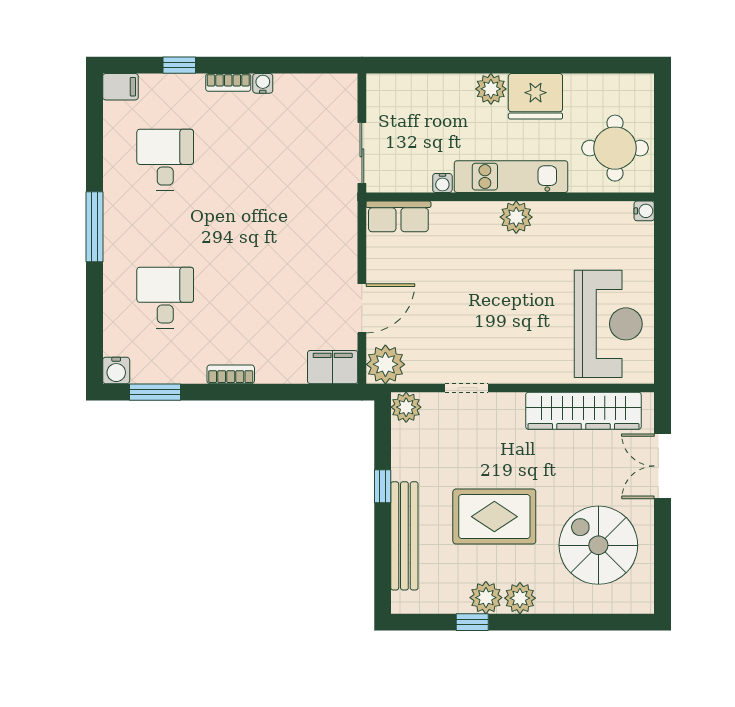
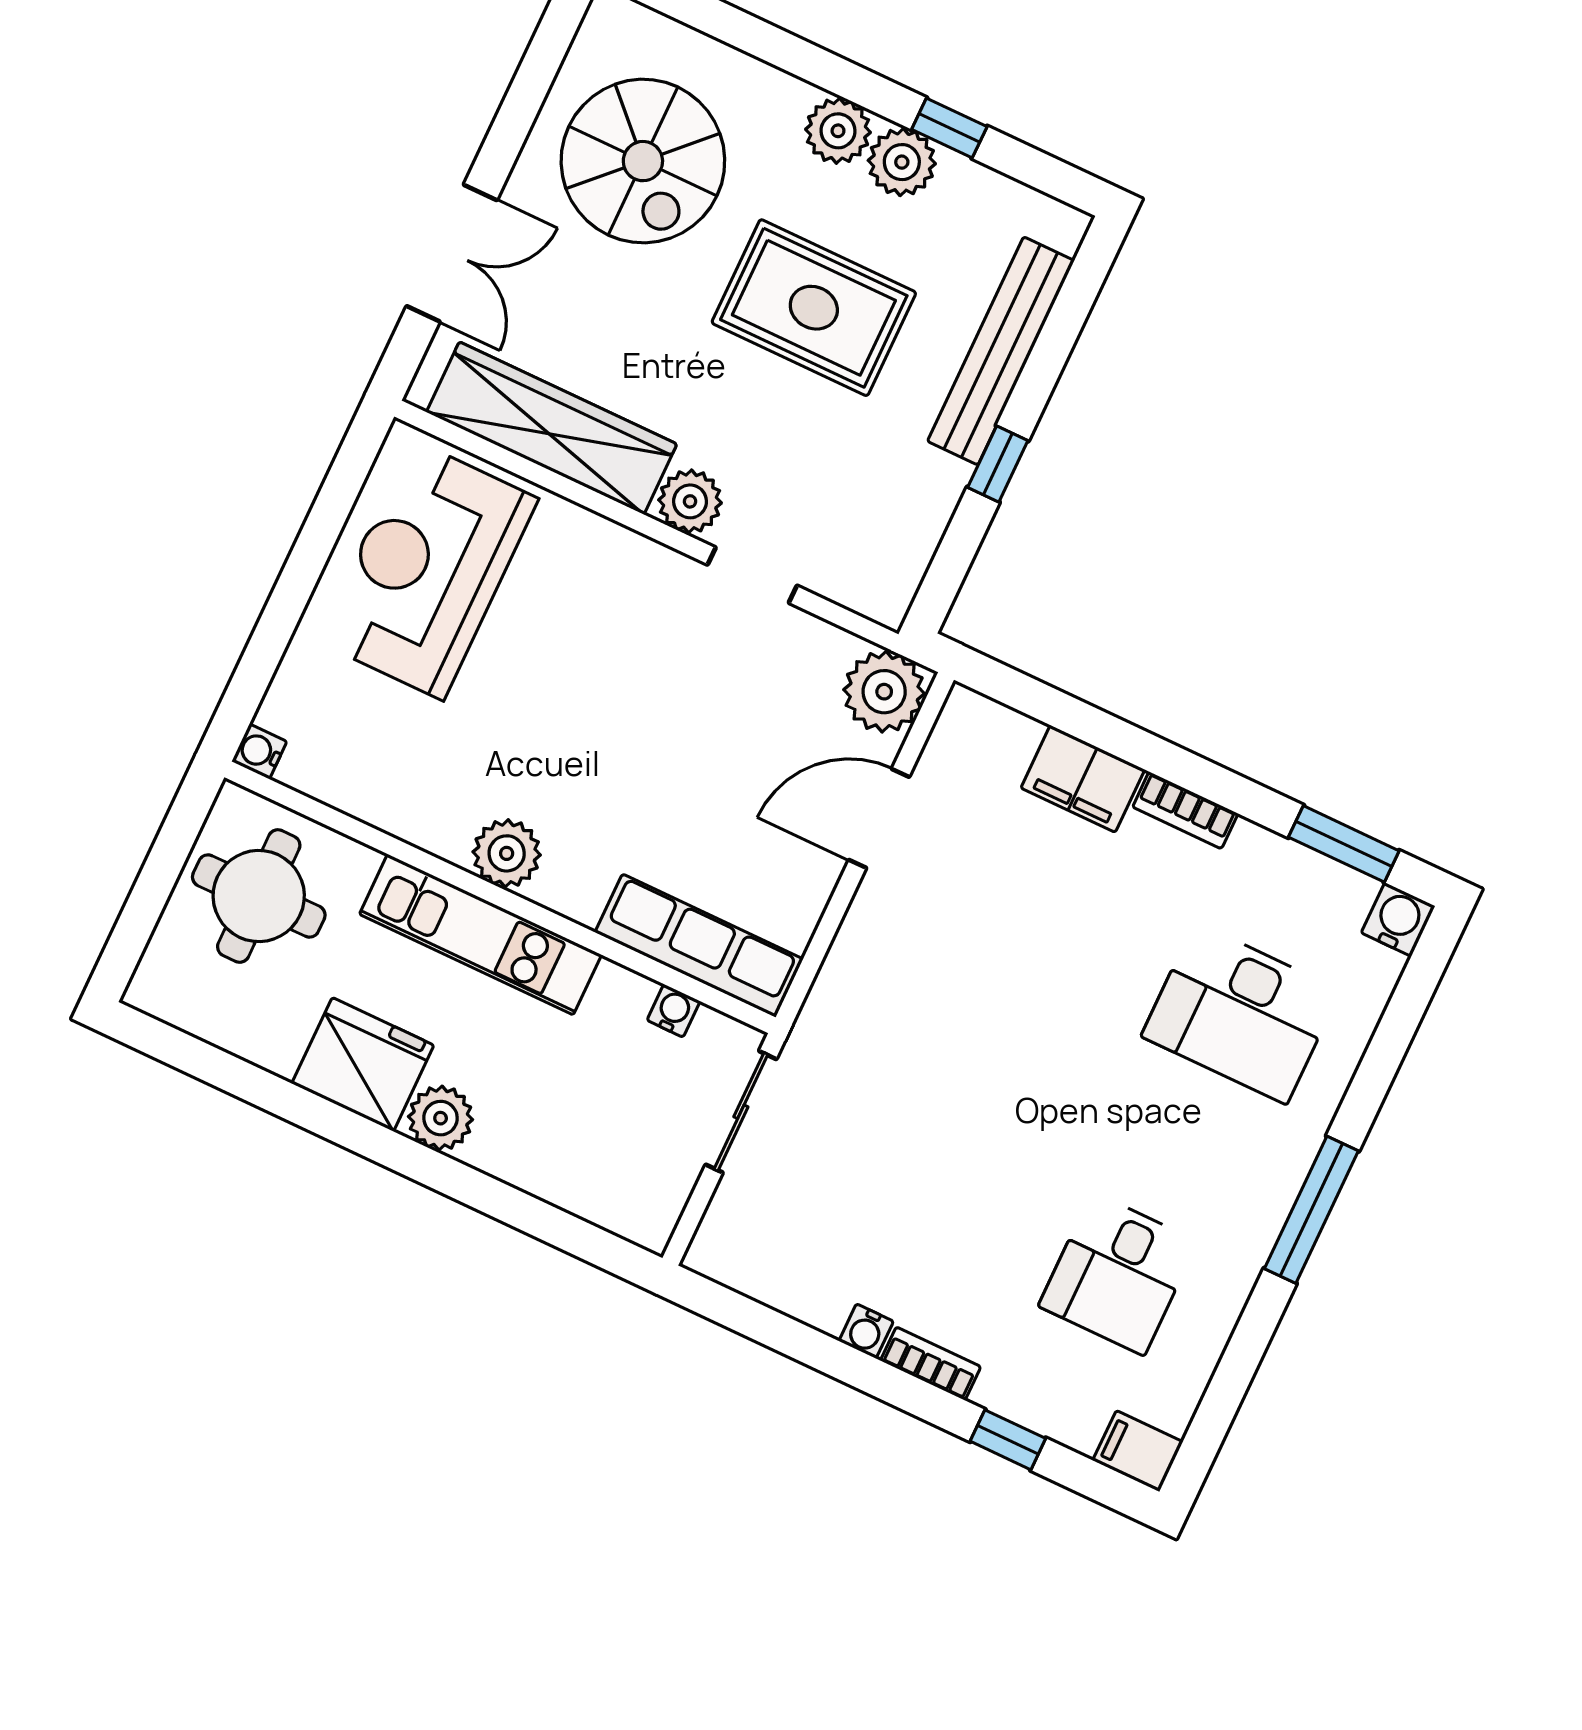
water cooler: (442, 183) -> (674, 1011), moved
row of seats: (398, 216) -> (699, 946), width x1.48
desk: (165, 298) -> (1241, 1013), width x1.37
filing cabinet: (333, 367) -> (1083, 779), moved
plant: (406, 407) -> (690, 501), moved

